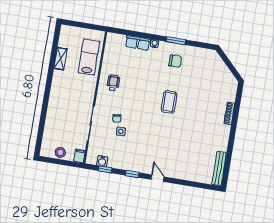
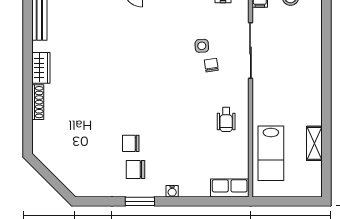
row of seats: (138, 43) -> (230, 188), moved
chair: (175, 78) -> (131, 143), added
coffee table: (169, 102) -> (134, 104), removed
wardrobe: (224, 135) -> (41, 68), added

